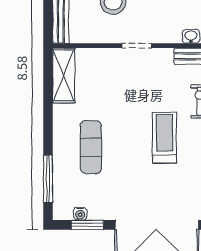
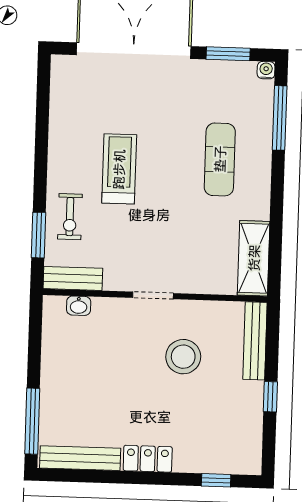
treadmill: (164, 138) -> (119, 169), turned 180
water cooler: (80, 214) -> (266, 70), moved

